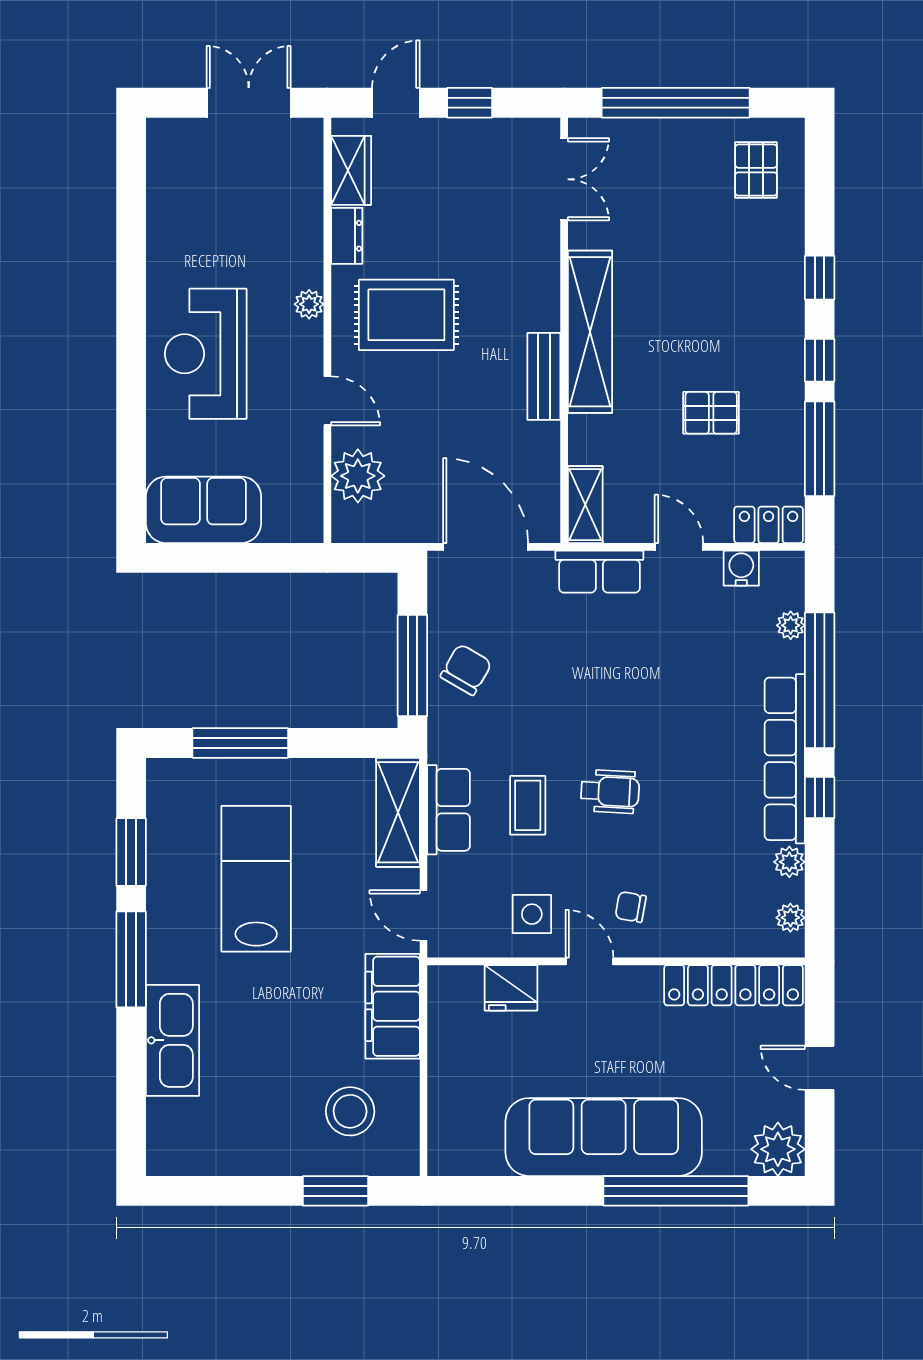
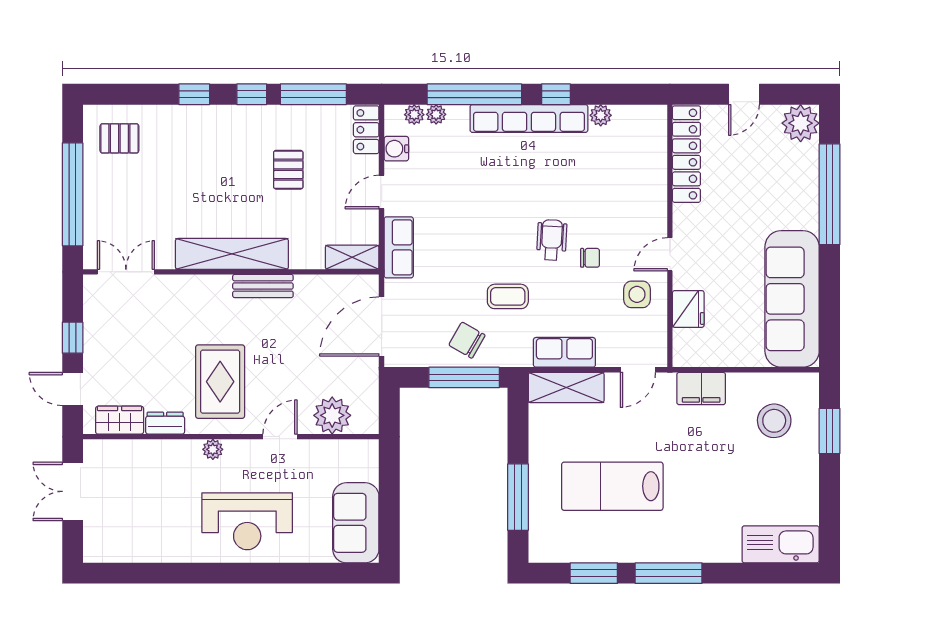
coffee table: (528, 805) -> (508, 296), moved
chair: (631, 907) -> (590, 258), moved, turned -100
plant: (790, 918) -> (414, 115), moved
filing cabinet: (393, 1006) -> (701, 389), width x0.67, depth x0.86
kitchen sink: (173, 1040) -> (781, 544), moved
sofa: (604, 1137) -> (792, 299), moved

